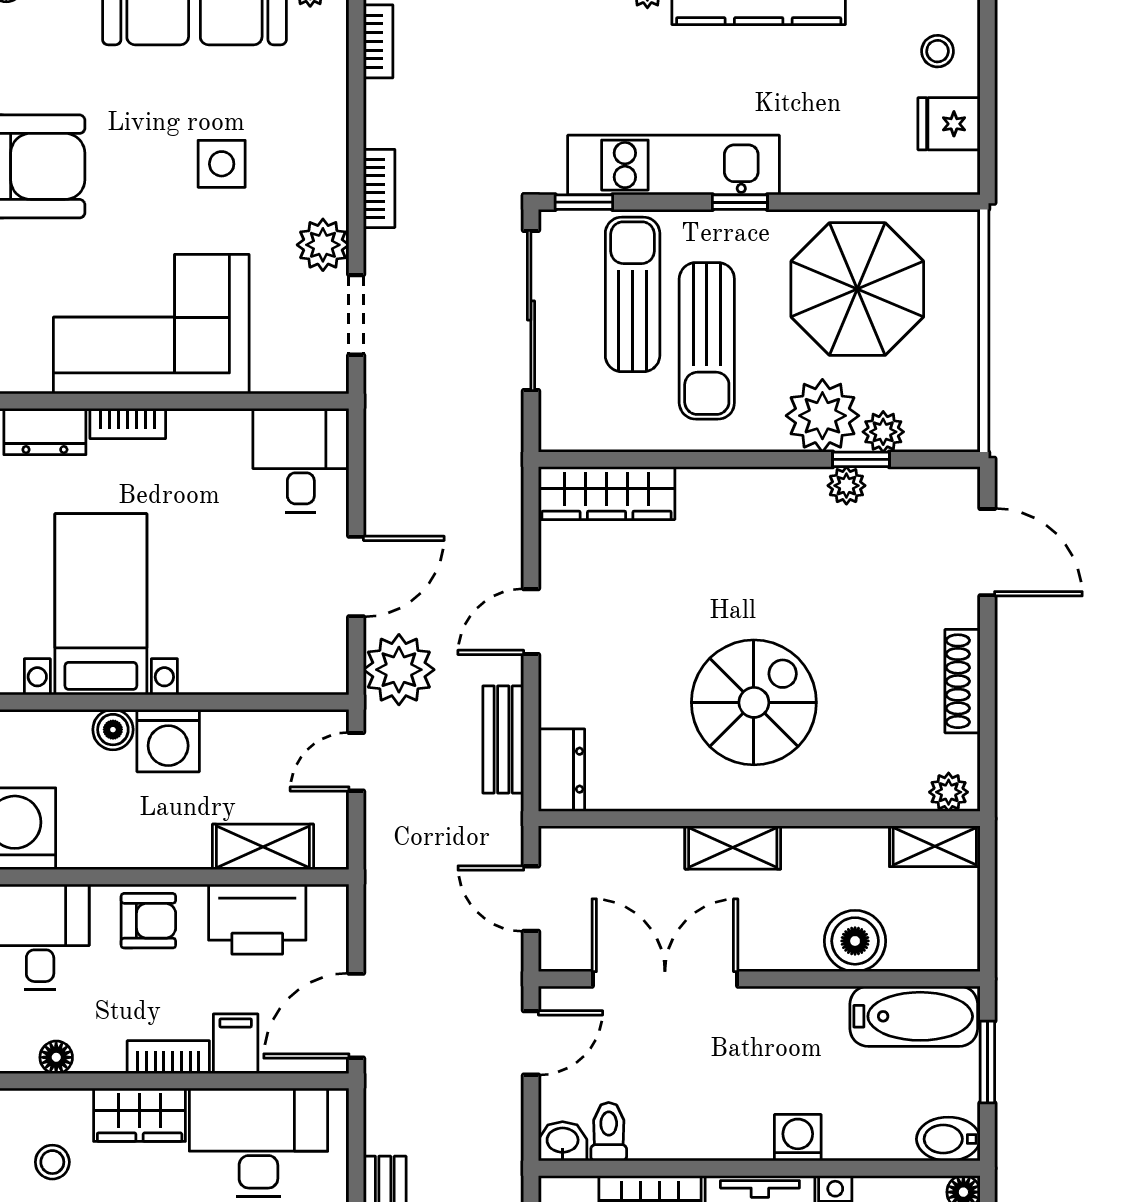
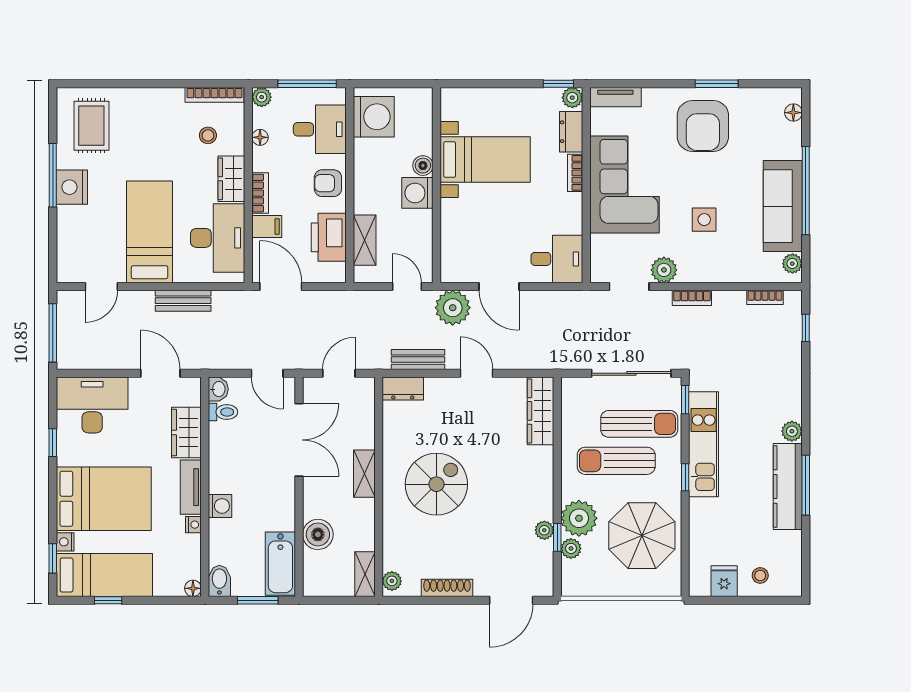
spiral stairs: (754, 702) -> (436, 484), turned -90
armchair: (148, 921) -> (328, 183), turned 90

